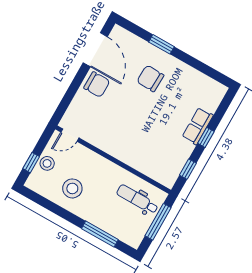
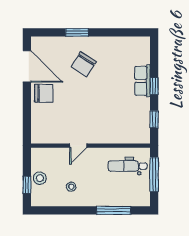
chair: (150, 78) -> (83, 64), turned -60
door: (70, 135) -> (78, 146), moved
stool: (72, 188) -> (71, 187), width x0.53, depth x0.53

